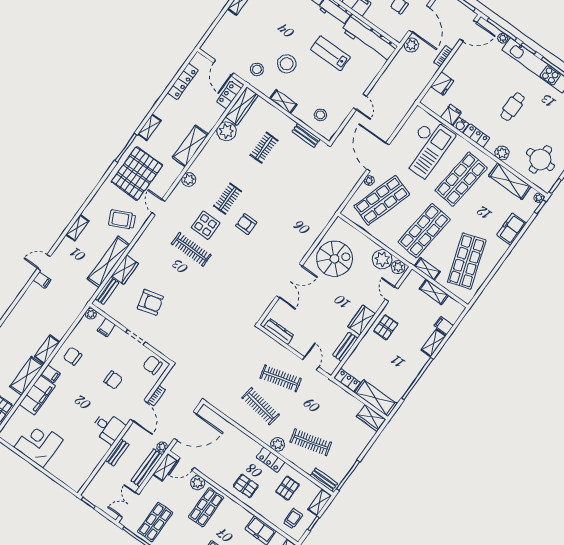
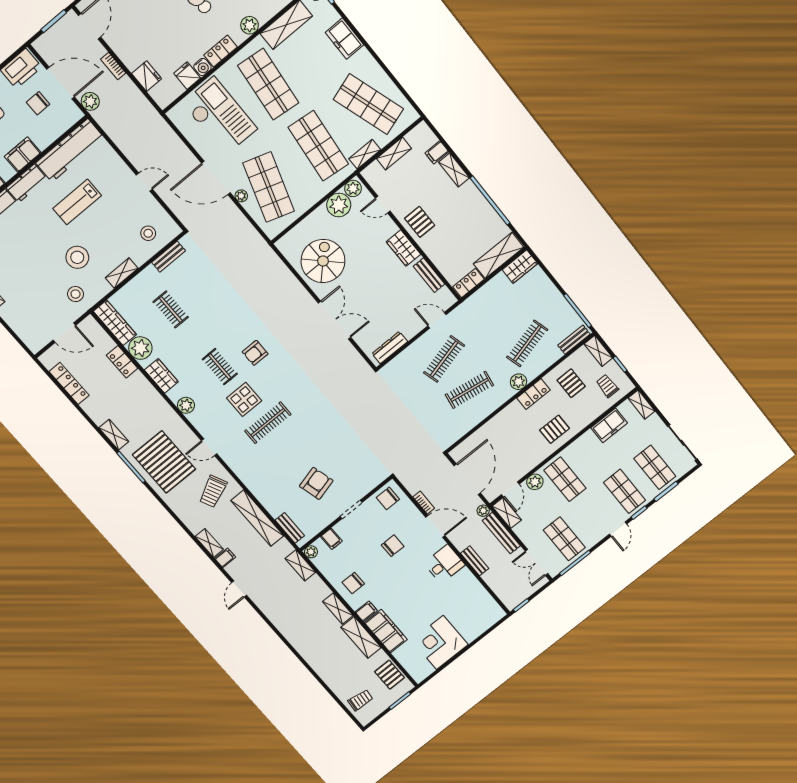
locker: (229, 95) -> (122, 362), moved
shelving: (190, 146) -> (300, 565), moved, width x0.67, depth x0.75
wardrobe: (125, 270) -> (161, 376), moved
filing cabinet: (42, 280) -> (225, 558), moved

